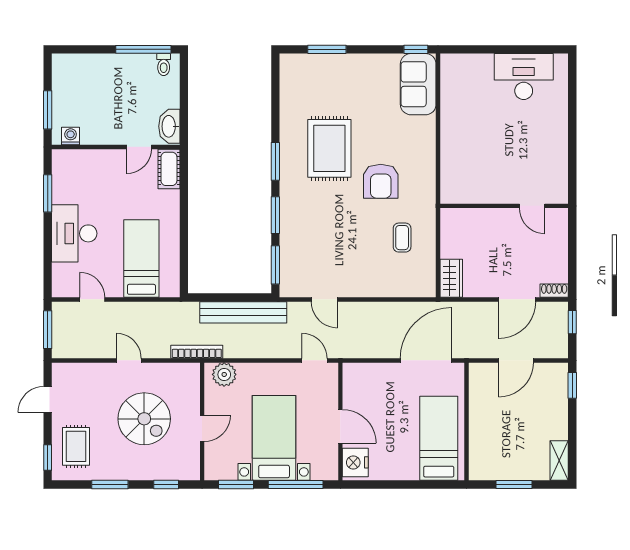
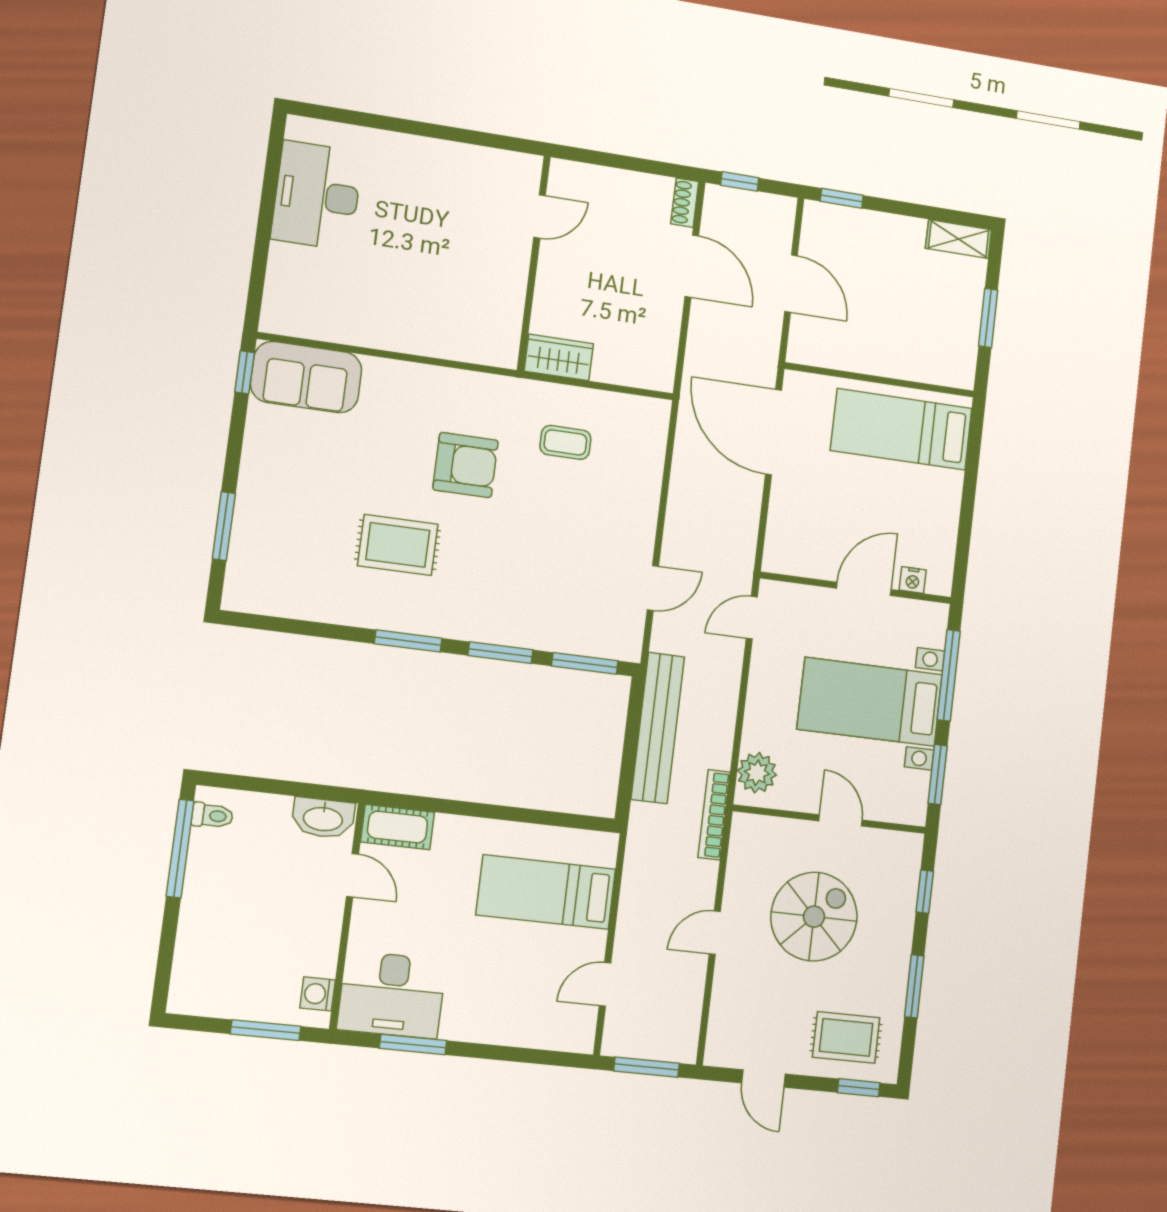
rug: (329, 148) -> (398, 545), width x0.73, depth x0.70
desk: (74, 233) -> (392, 995), moved
wardrobe: (451, 278) -> (559, 357), moved
nightstand: (355, 462) -> (913, 580), width x0.53, depth x0.56

